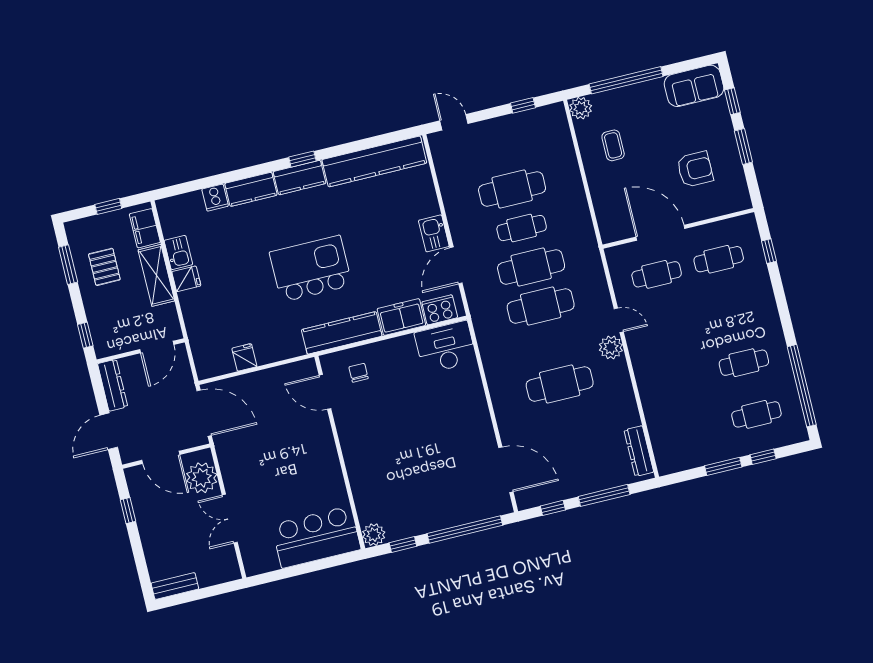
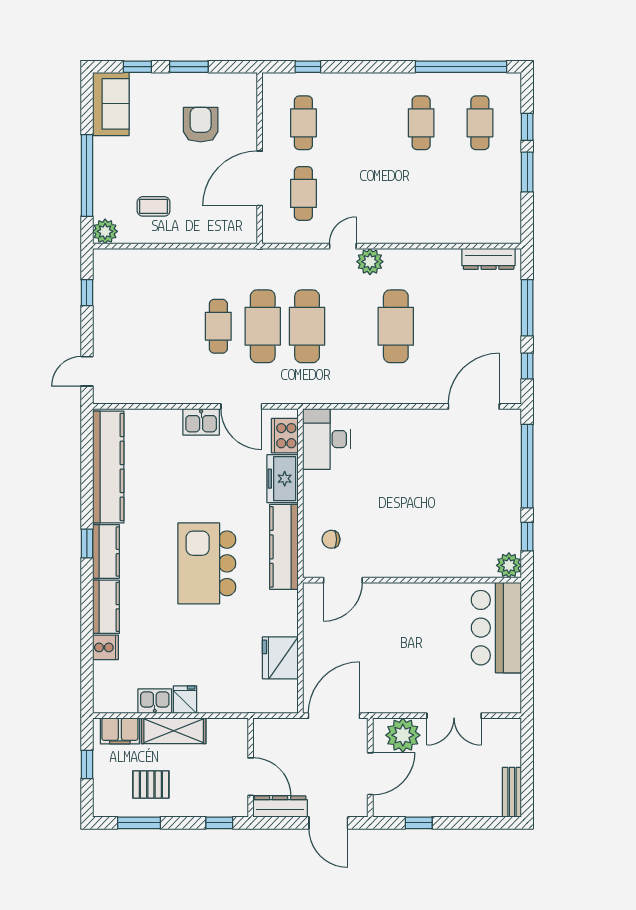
cafe table: (512, 189) -> (174, 326), removed
door: (157, 347) -> (251, 777), moved
fridge: (244, 357) -> (280, 658), width x1.88, depth x1.34

